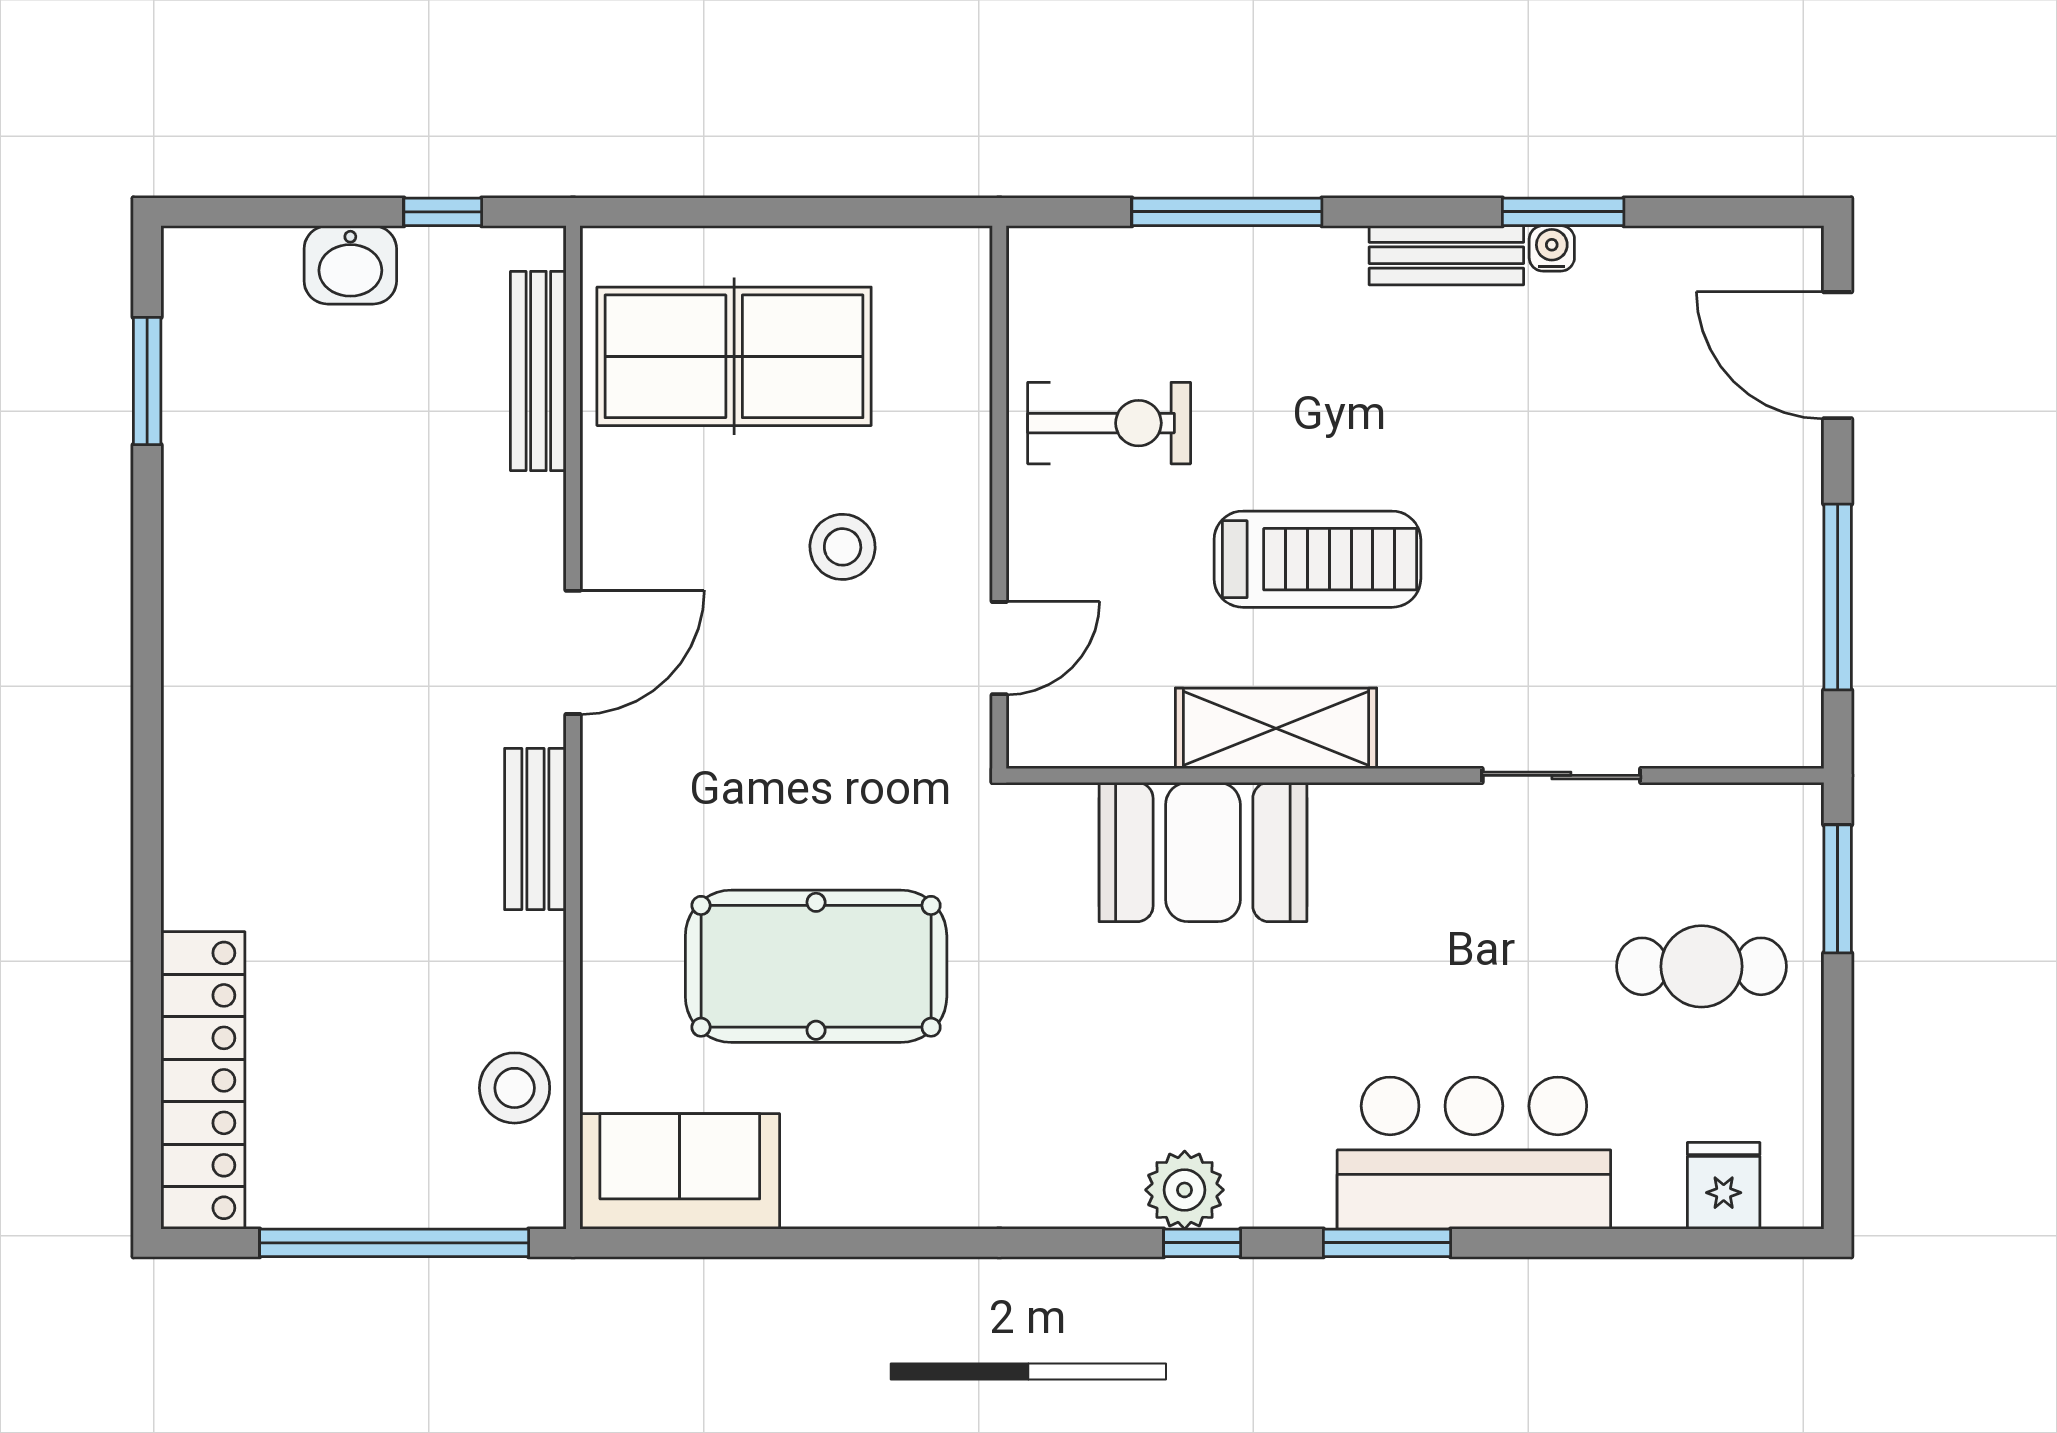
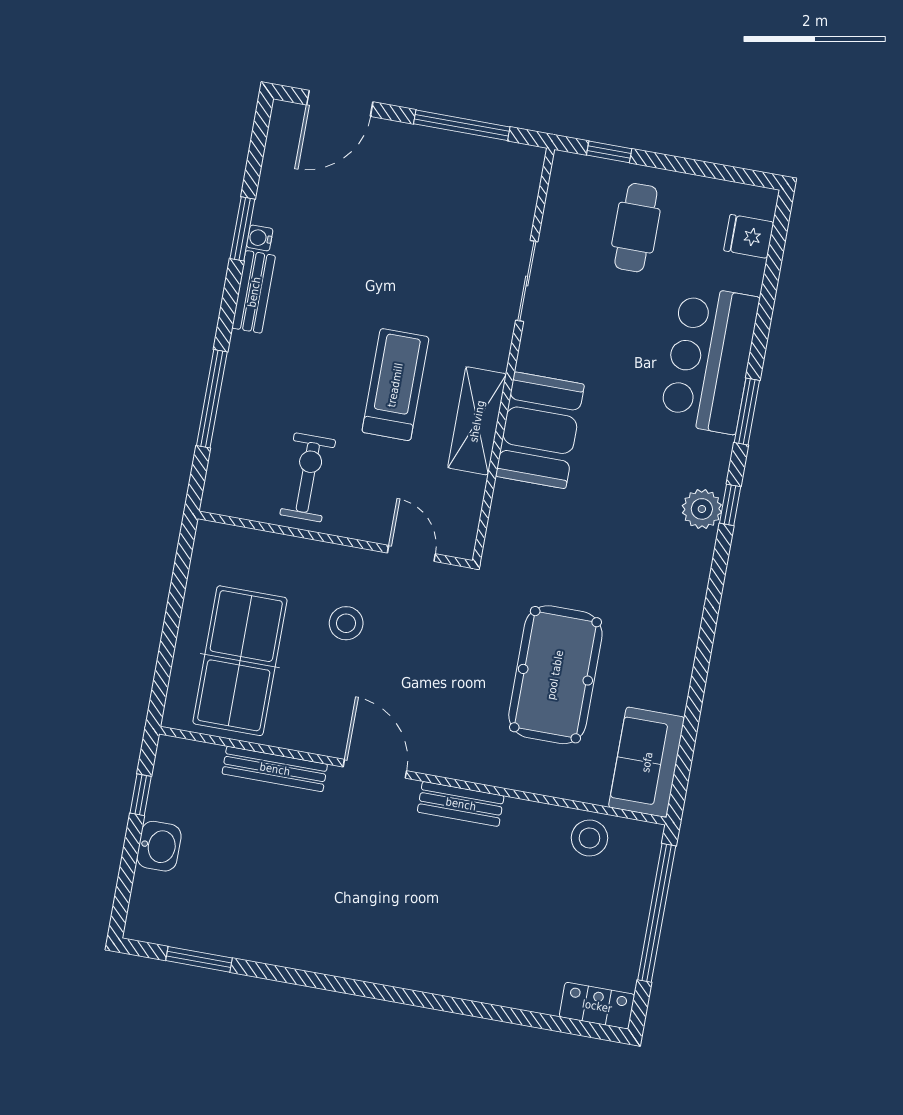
bench: (538, 371) -> (275, 769), moved
booth: (1203, 852) -> (540, 430), moved
window: (1838, 889) -> (609, 152), width x0.67
locker: (203, 1080) -> (597, 1006), width x0.46, depth x0.83

